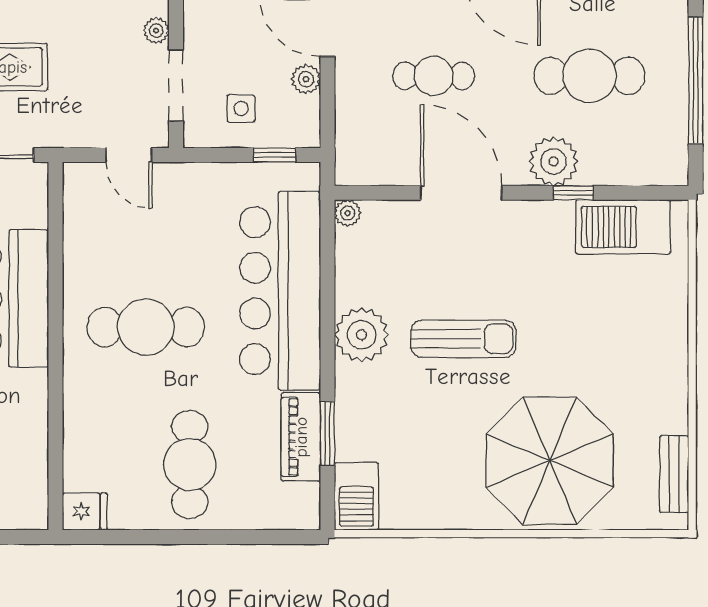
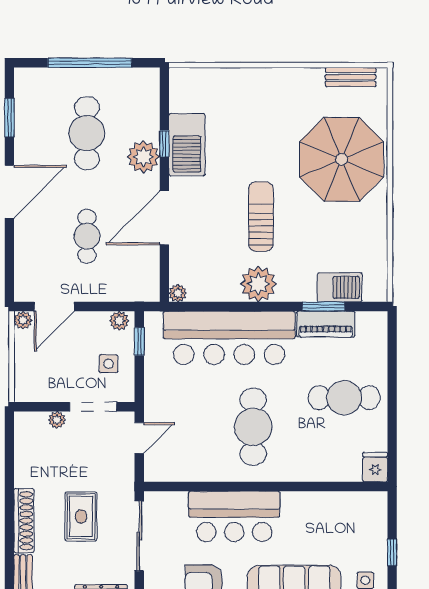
plant: (306, 79) -> (119, 321), moved
barbecue: (623, 227) -> (187, 145), moved
barbecue: (356, 496) -> (340, 287), moved

